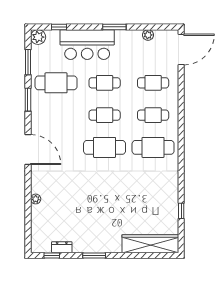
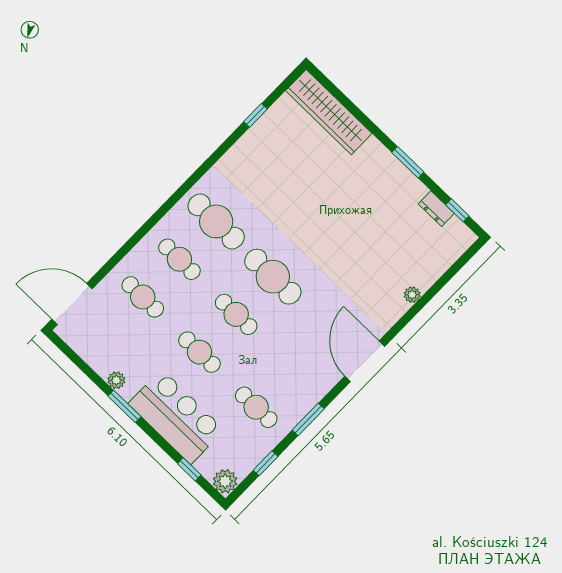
plant: (148, 35) -> (116, 380), moved
window: (28, 62) -> (266, 463), width x0.67
cafe table: (56, 83) -> (256, 407), width x0.73, depth x0.74

